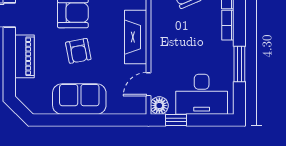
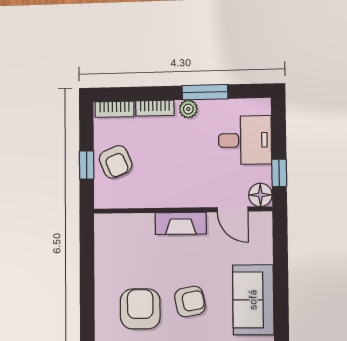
fireplace: (136, 37) -> (181, 223), width x0.73, depth x0.76
plant: (227, 51) -> (188, 109), added
desk: (202, 94) -> (245, 140), width x0.73

